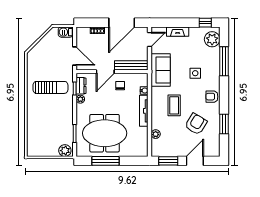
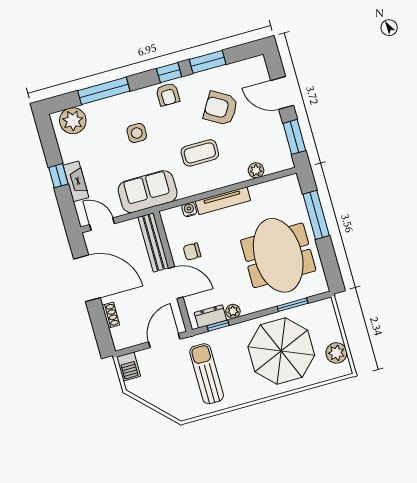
window: (205, 23) -> (58, 176), moved
sun lounger: (50, 87) -> (207, 374), moved
window: (224, 101) -> (169, 73), added
parasol: (50, 120) -> (281, 351), added
plant: (65, 151) -> (336, 353), moved
window: (106, 161) -> (316, 215), moved

